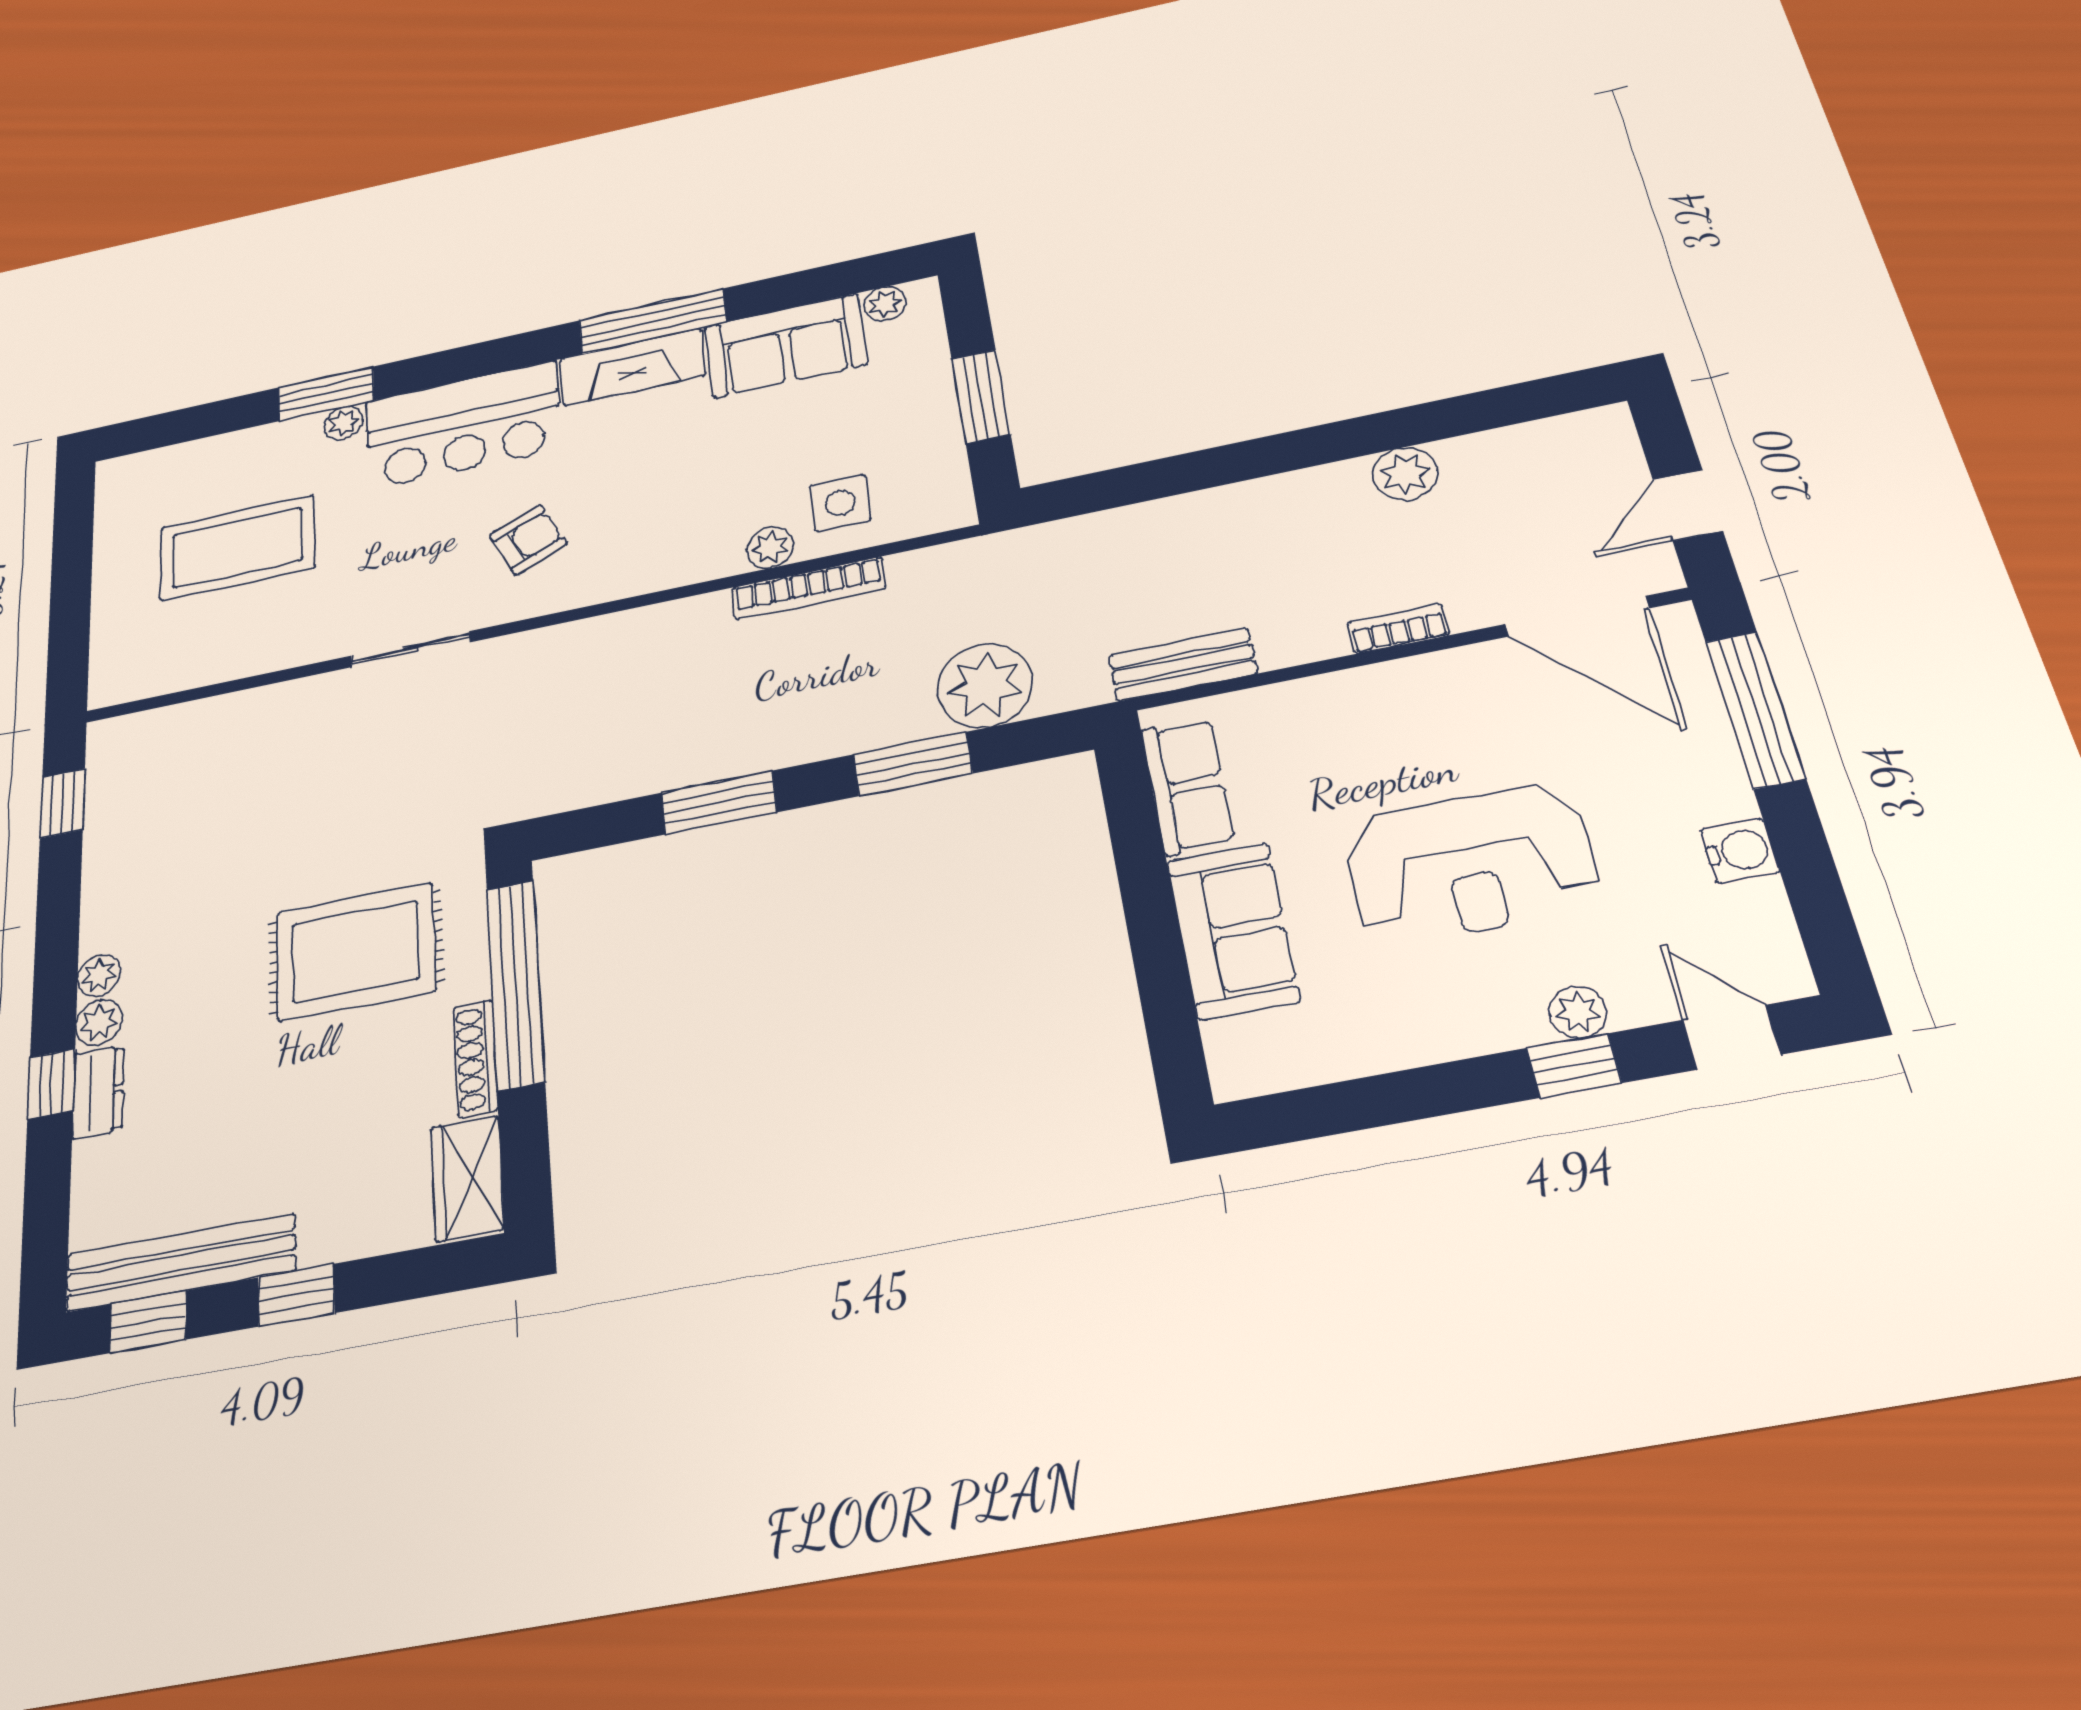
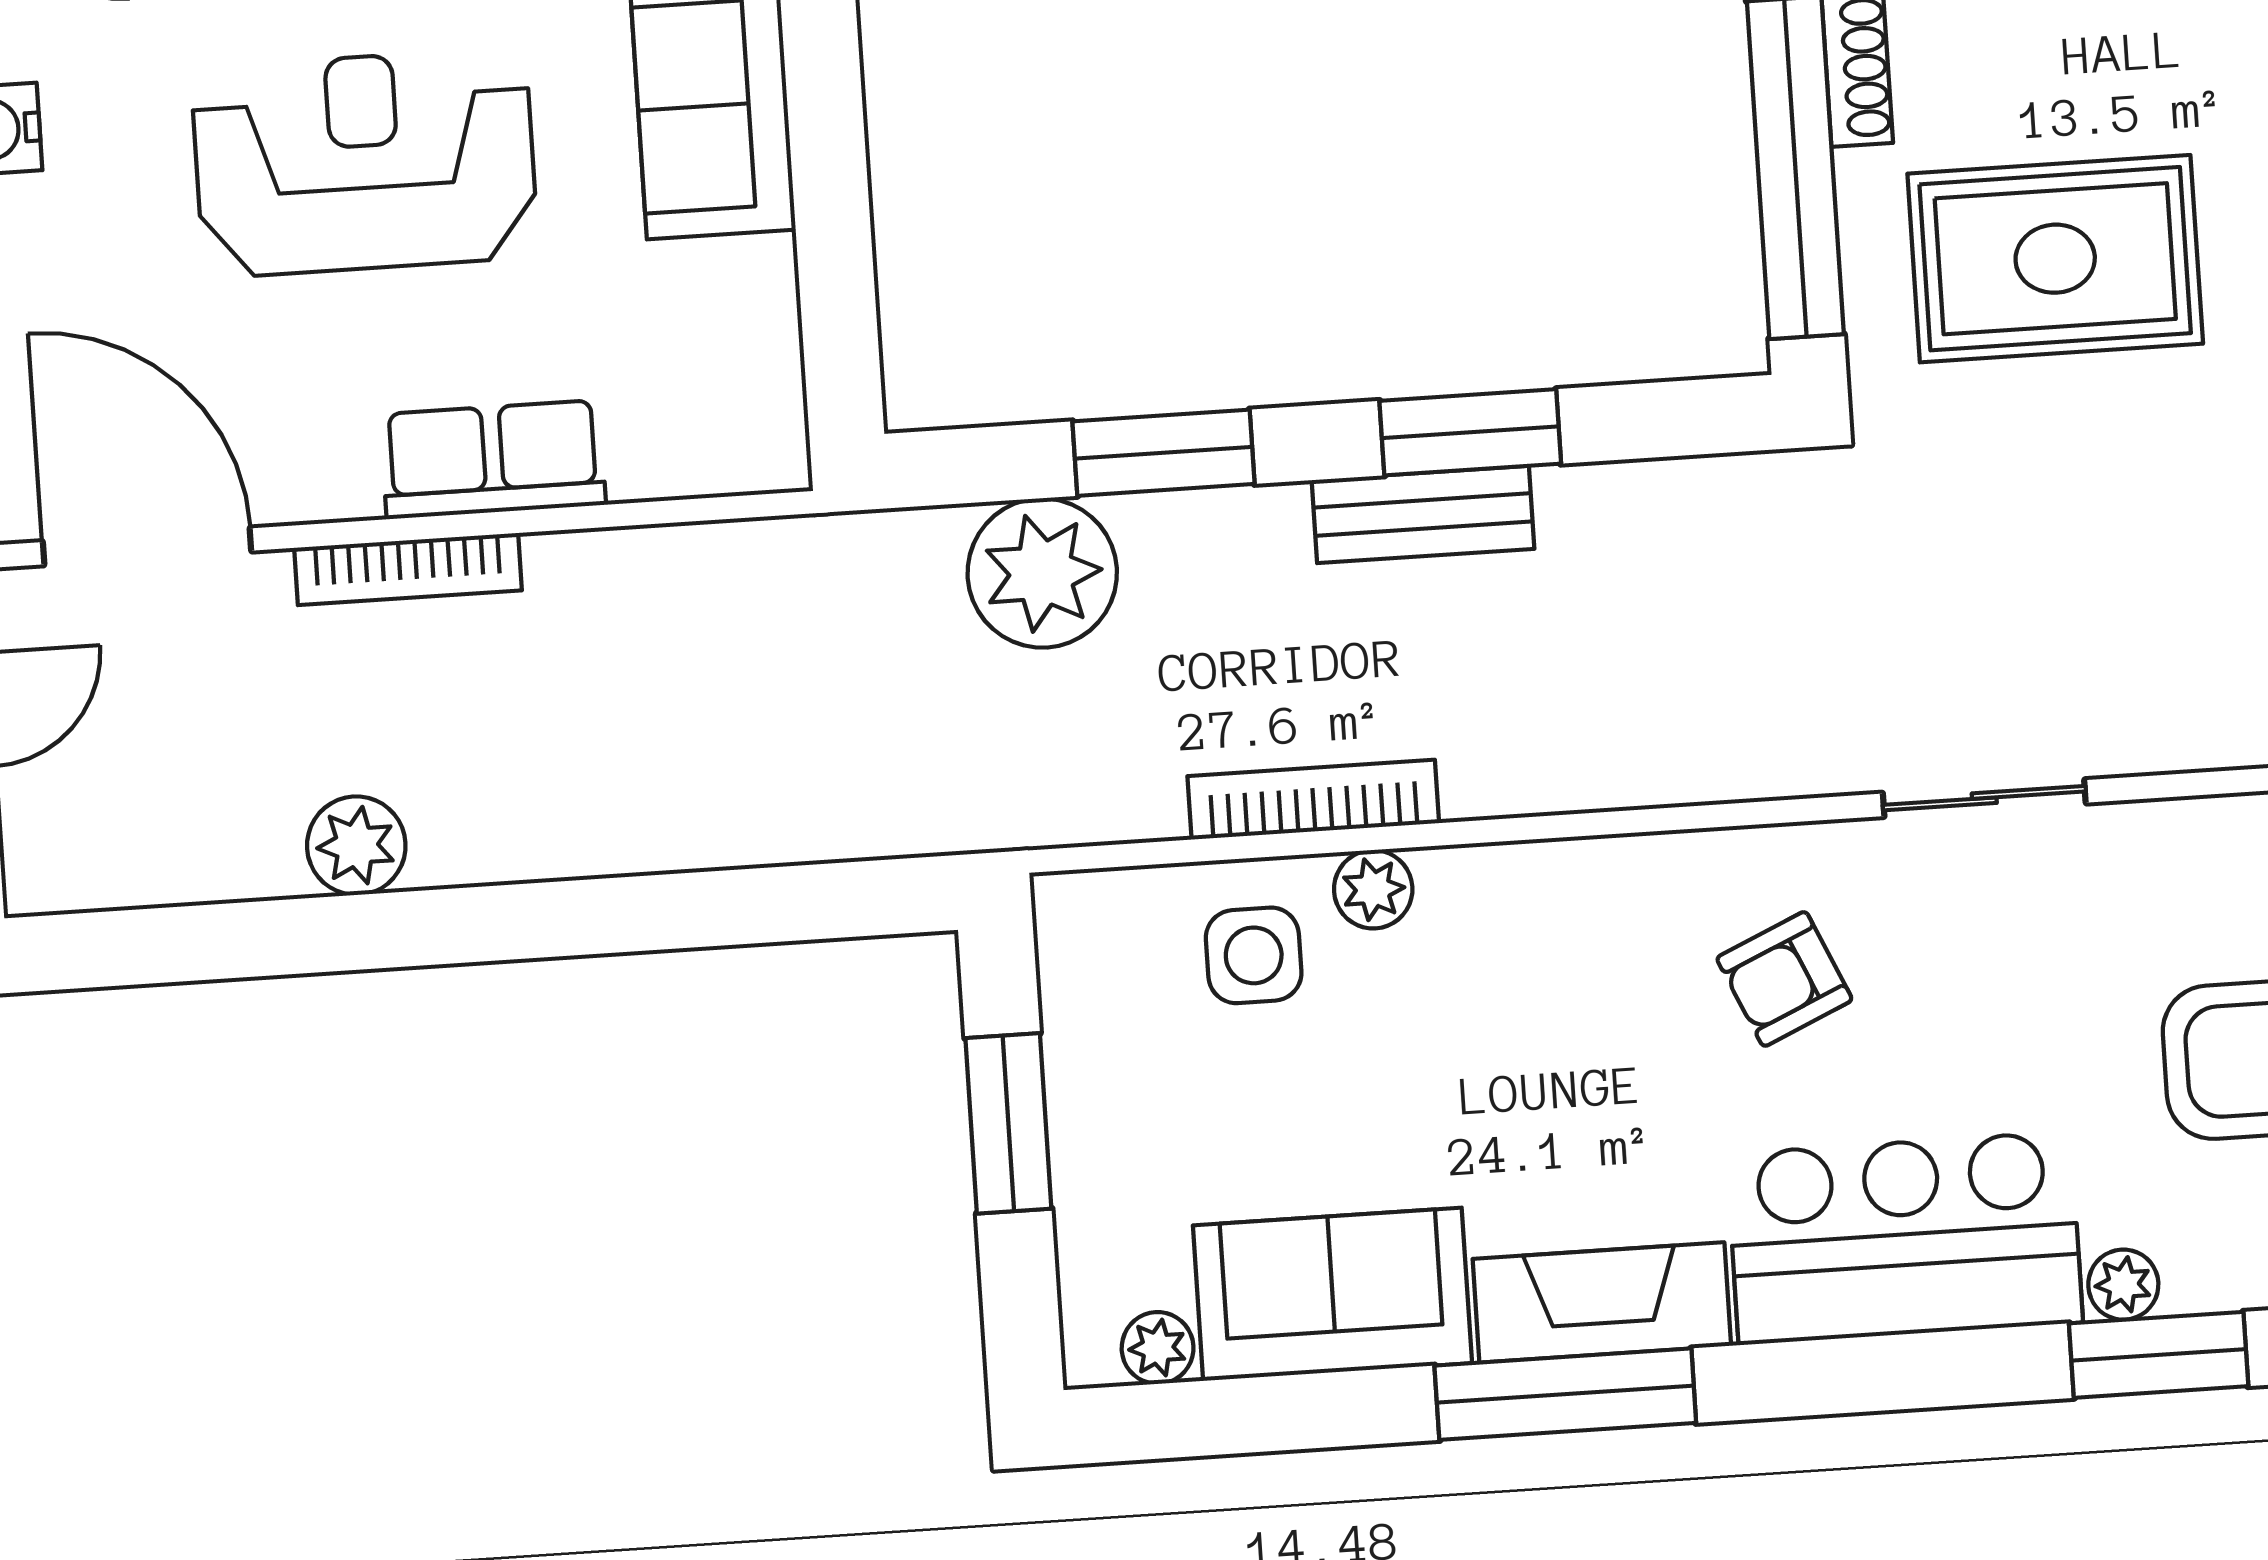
bookcase: (1398, 629) -> (408, 569), width x1.56
bench: (1183, 665) -> (1423, 514), moved
row of seats: (1188, 786) -> (493, 459), moved, turned 90

